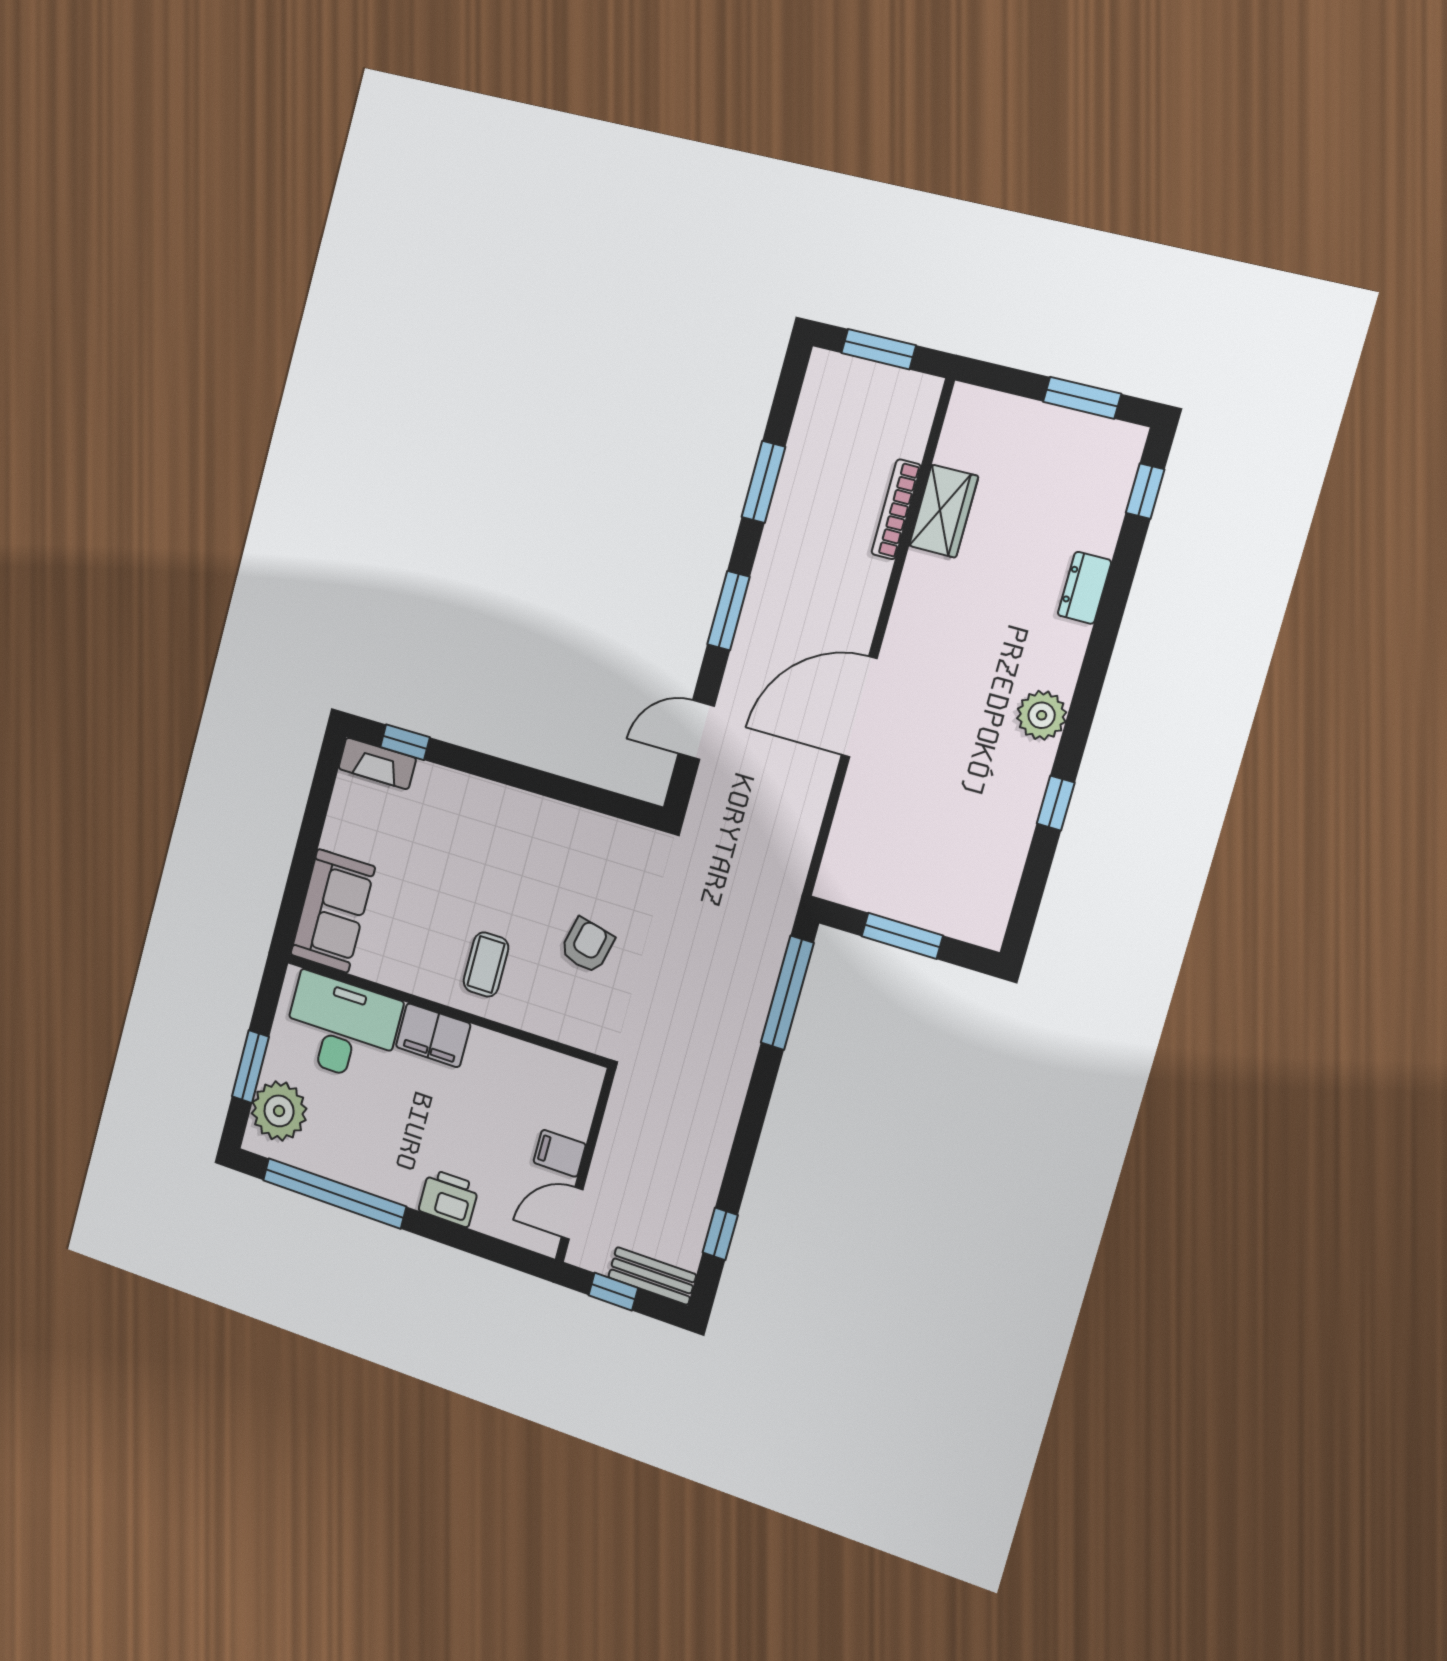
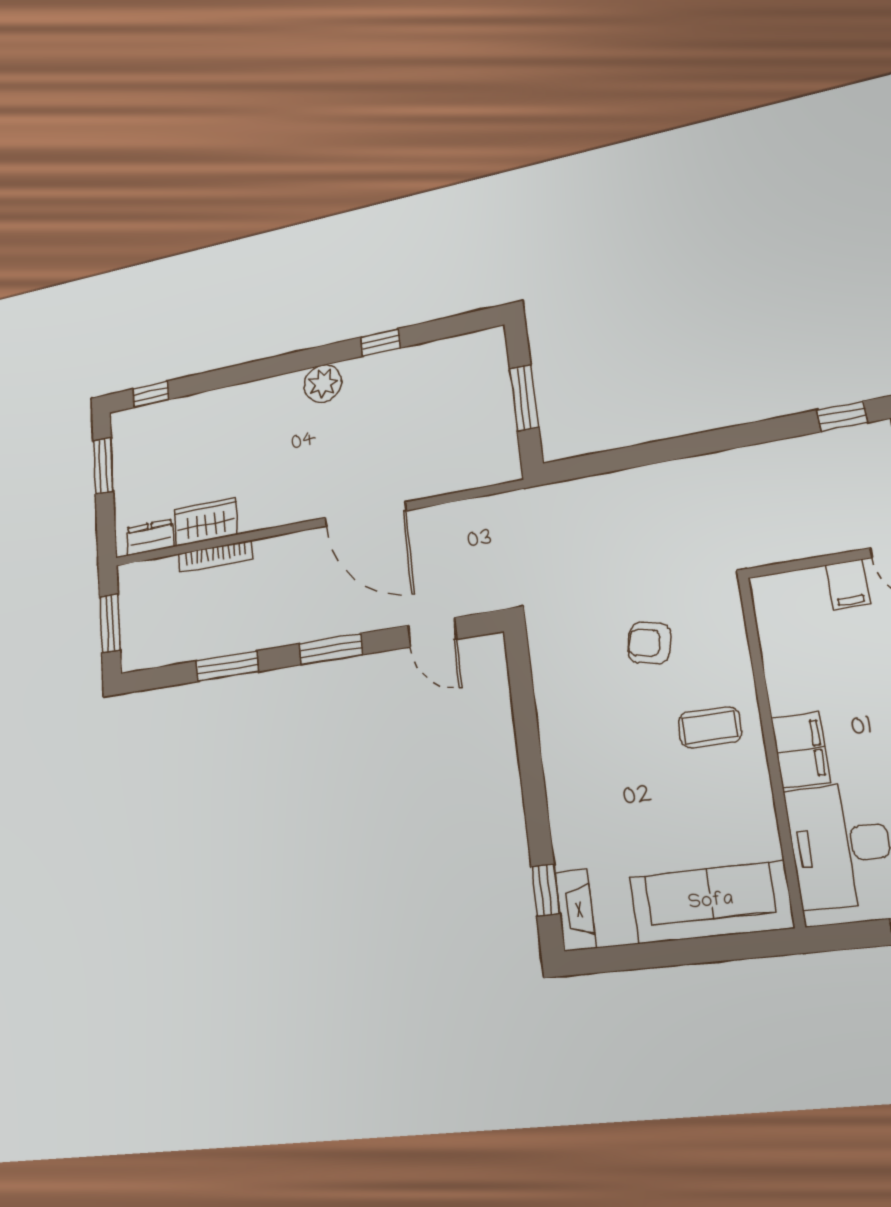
dresser: (1084, 588) -> (150, 537), moved, turned 180
sofa: (333, 911) -> (711, 902), width x1.36
window: (787, 993) -> (610, 461), removed

